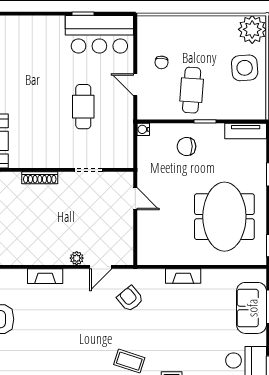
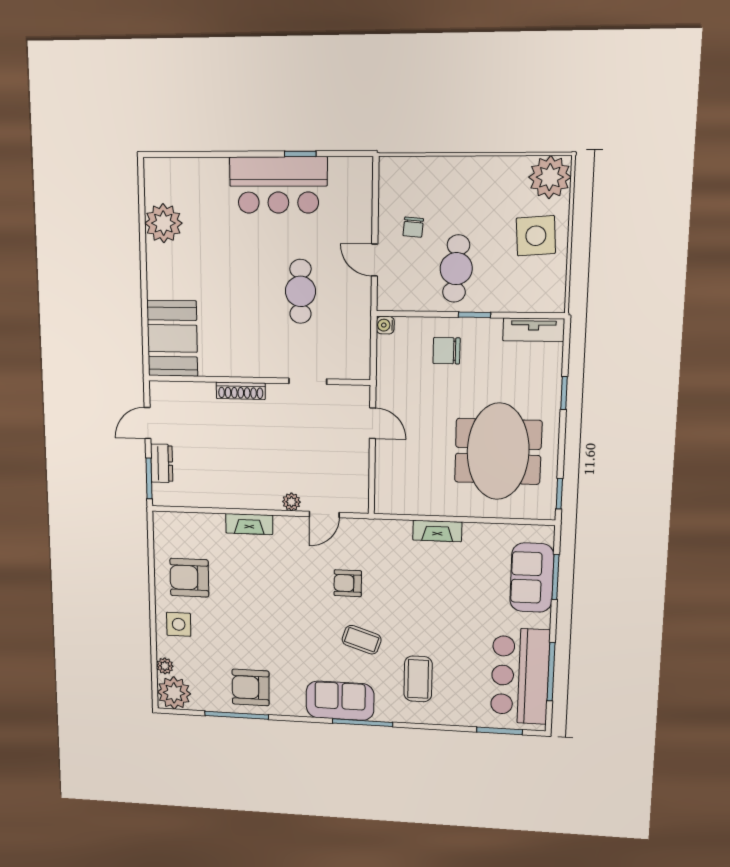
bar counter: (99, 34) -> (278, 185), moved
armchair: (130, 299) -> (348, 583), moved, turned -50

